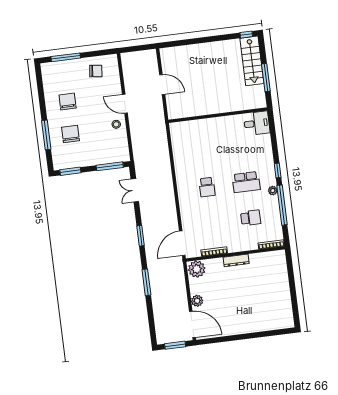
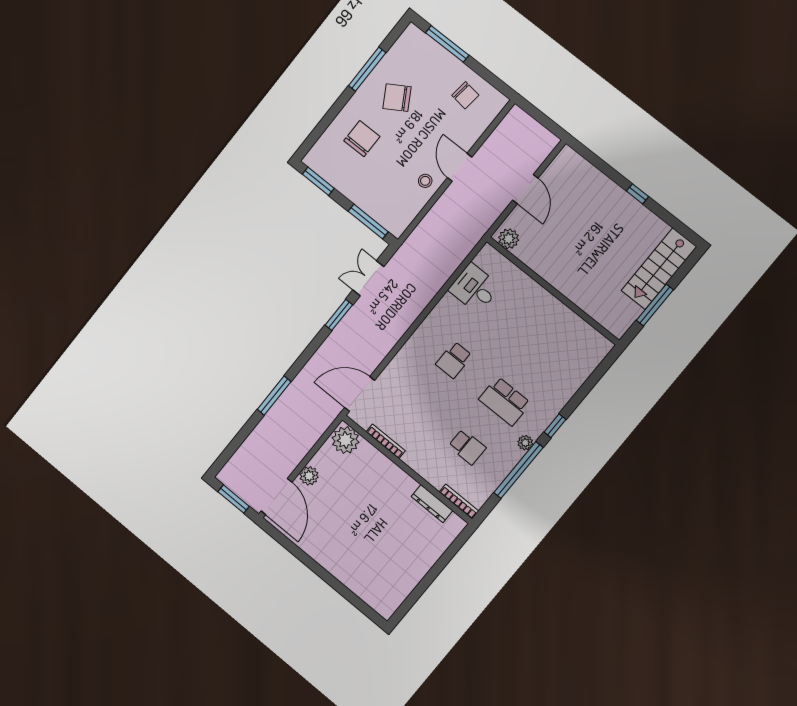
window: (246, 35) -> (637, 194), moved
chair: (68, 101) -> (397, 98), turned -121
plant: (177, 112) -> (509, 239), added
desk: (257, 123) -> (474, 288), moved, turned 180
window: (46, 135) -> (367, 69), moved
window: (141, 236) -> (339, 315), moved
dresser: (236, 260) -> (432, 504), moved

